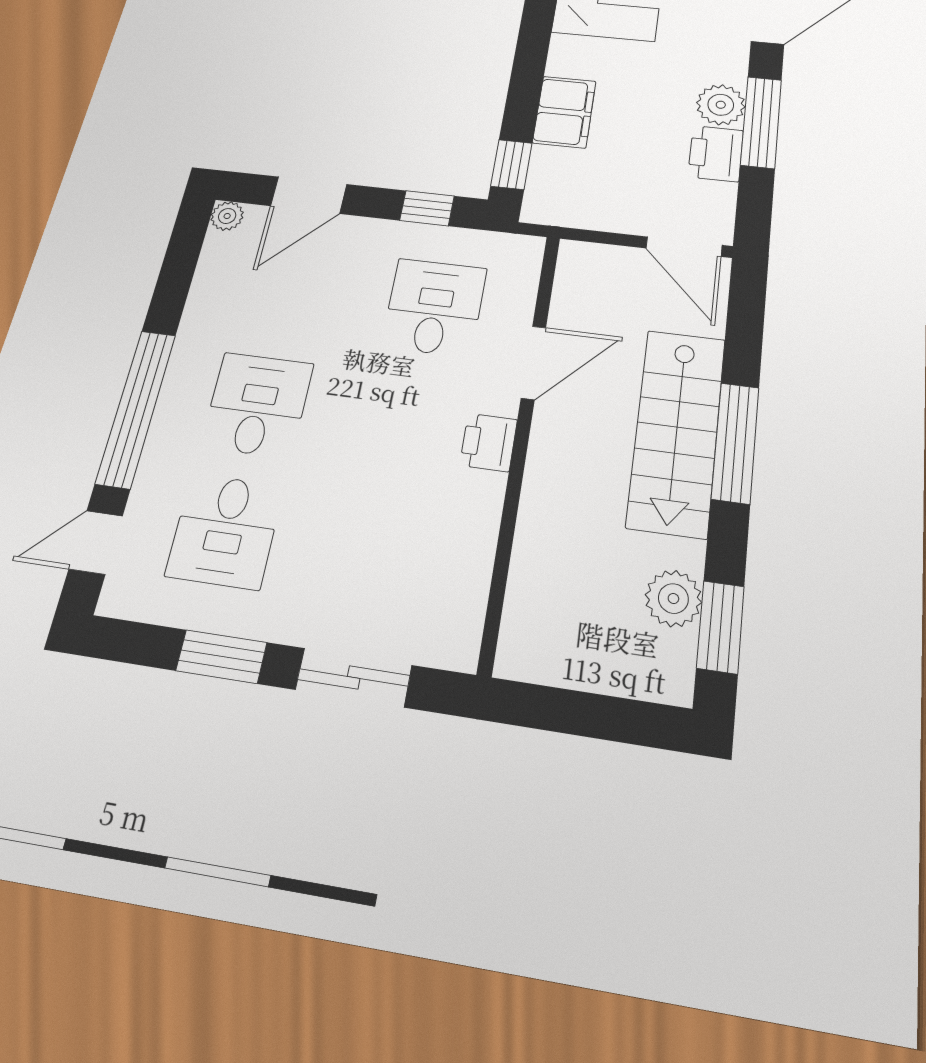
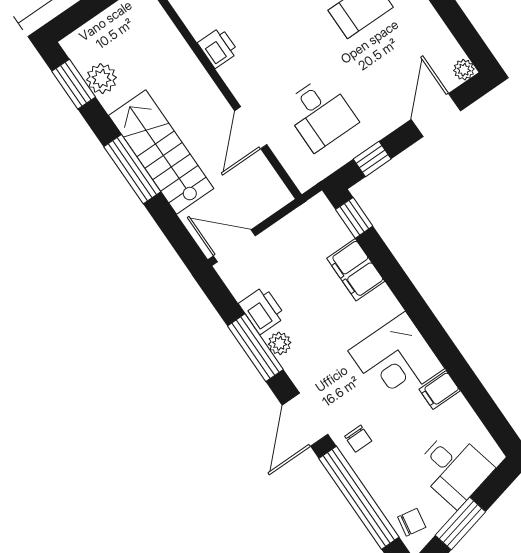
plant: (721, 105) -> (280, 343), width x0.73, depth x0.73
printer: (488, 442) -> (218, 48), moved

